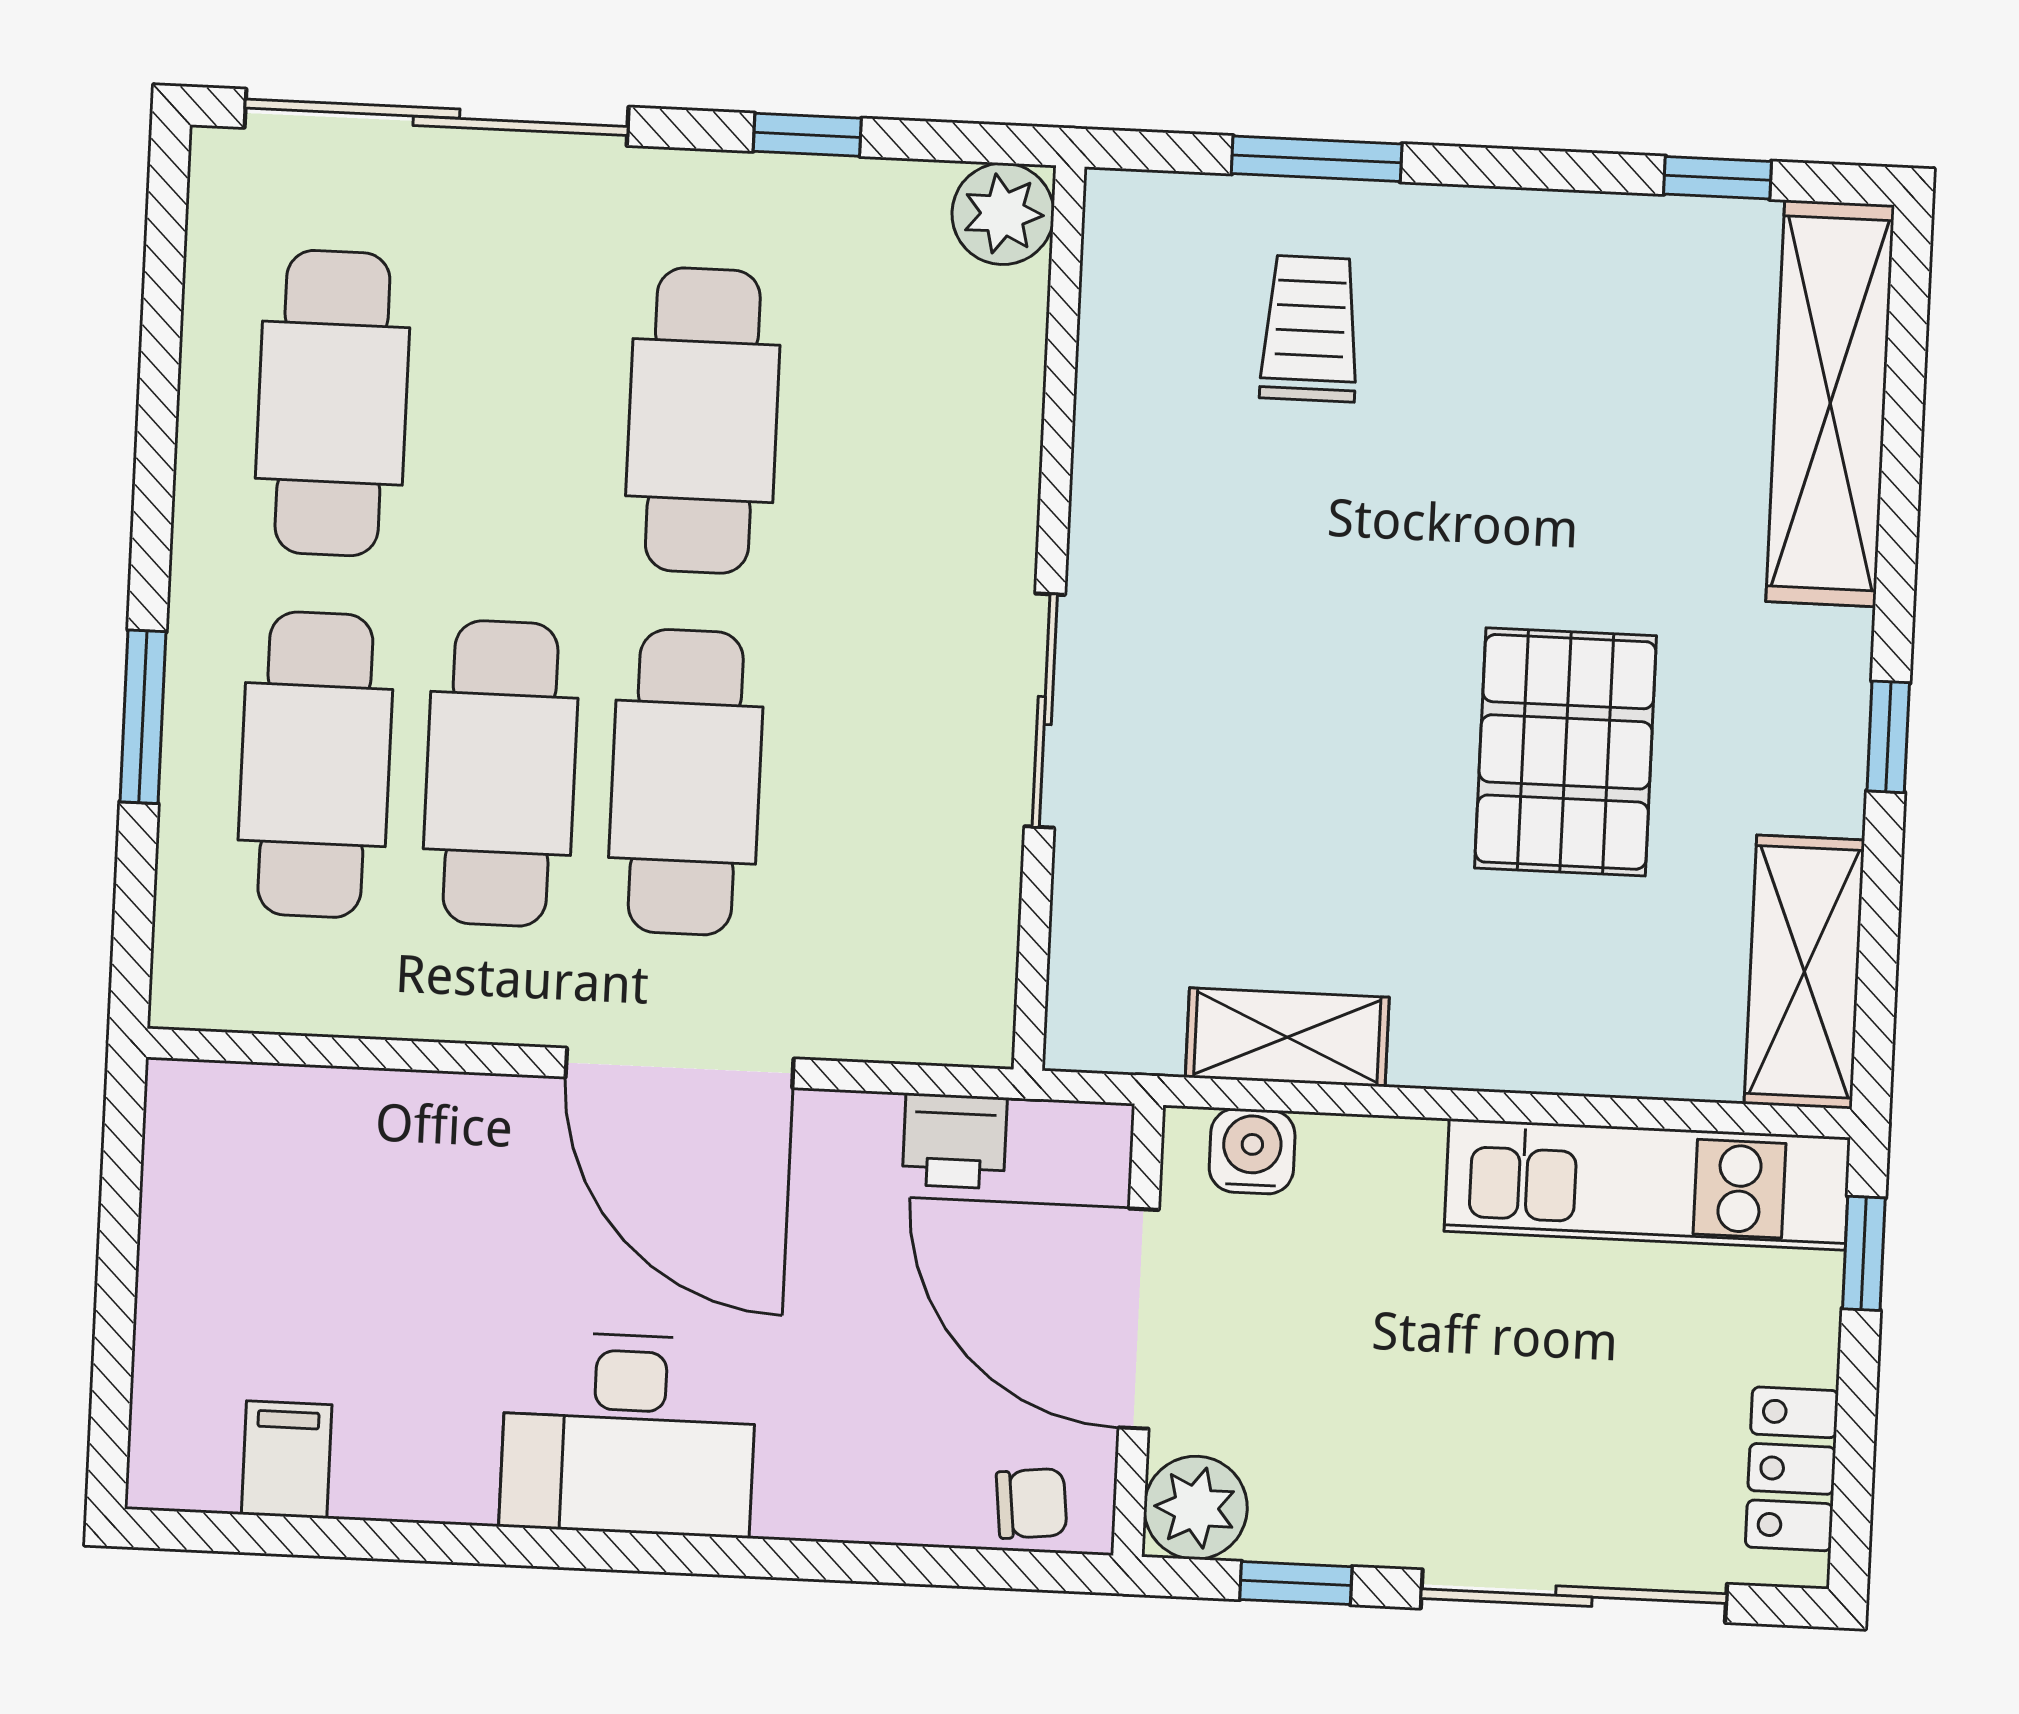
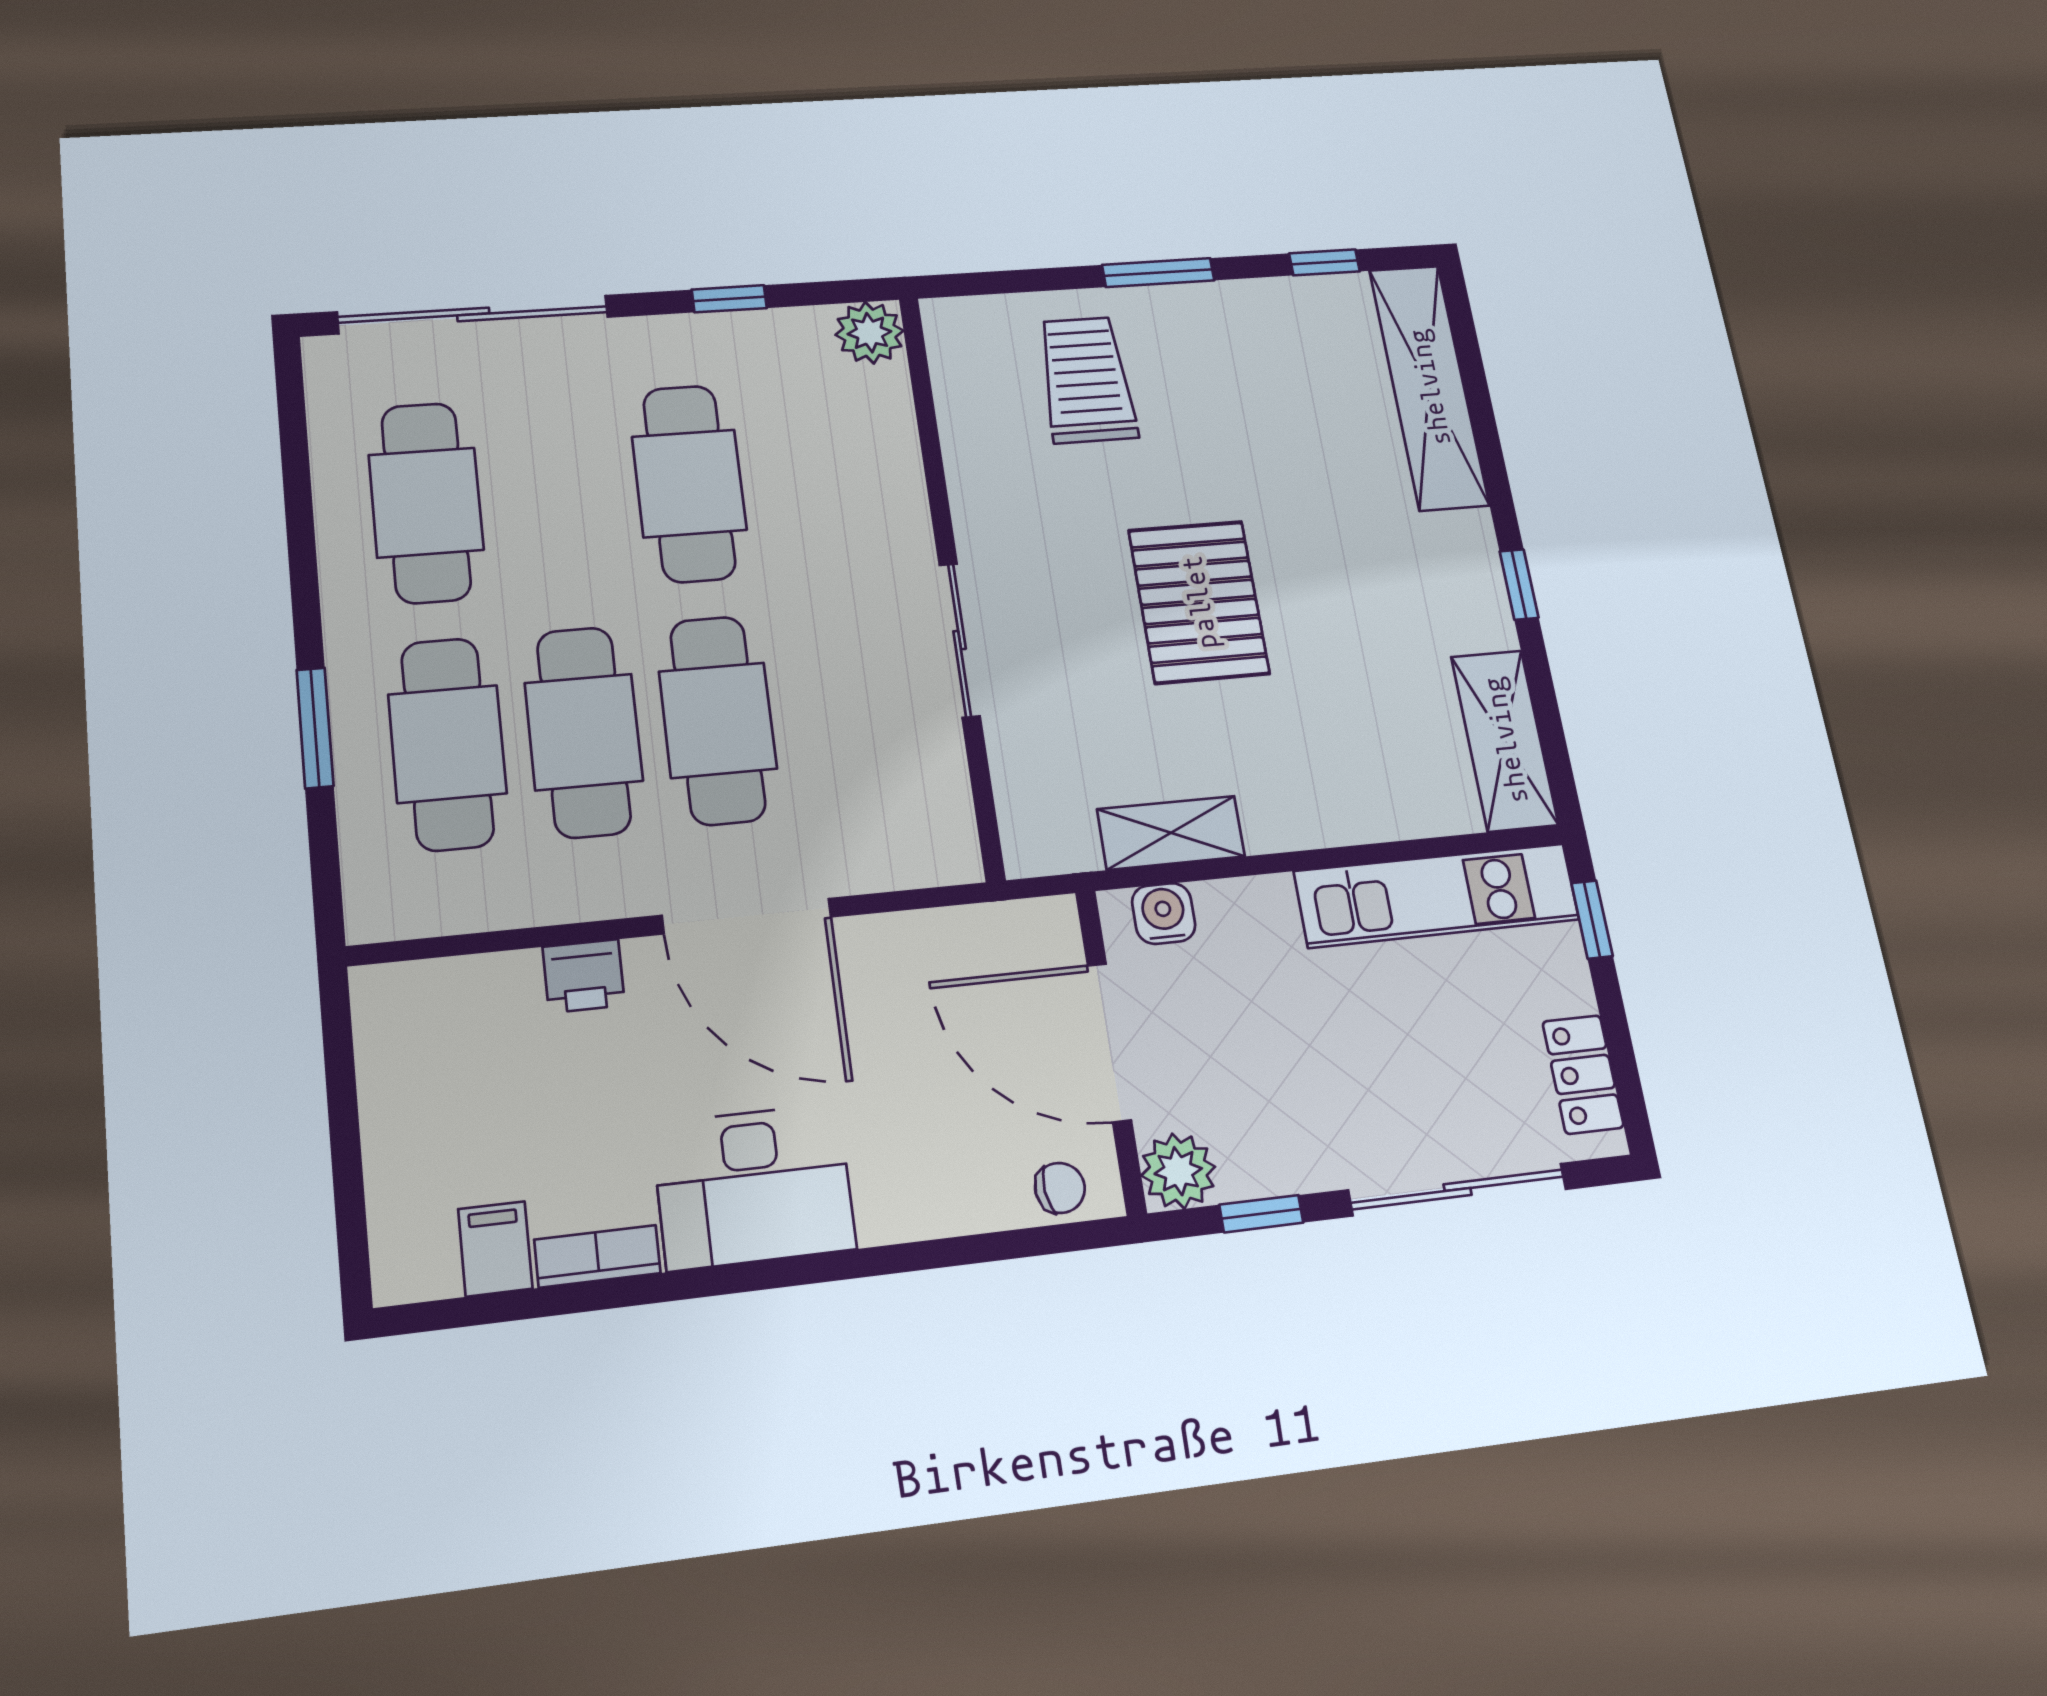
window: (1317, 159) -> (1158, 273), moved
trolley: (1310, 329) -> (1086, 380), width x1.36, depth x1.39
pallet: (1566, 752) -> (1199, 602), moved
printer: (955, 1141) -> (584, 976), moved
bookcase: (414, 1491) -> (597, 1256), added

